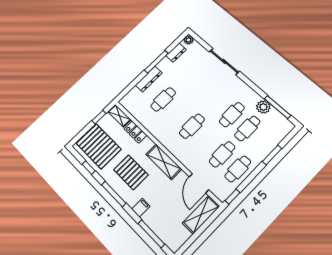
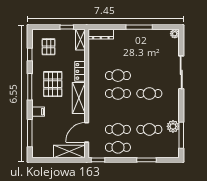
dresser: (176, 53) -> (158, 34), removed
dresser: (149, 79) -> (101, 34), moved
cafe table: (163, 99) -> (118, 76), moved
cafe table: (232, 115) -> (149, 94), moved
locker: (135, 132) -> (80, 71), moved
pallet: (99, 146) -> (49, 47), width x0.49, depth x0.50

